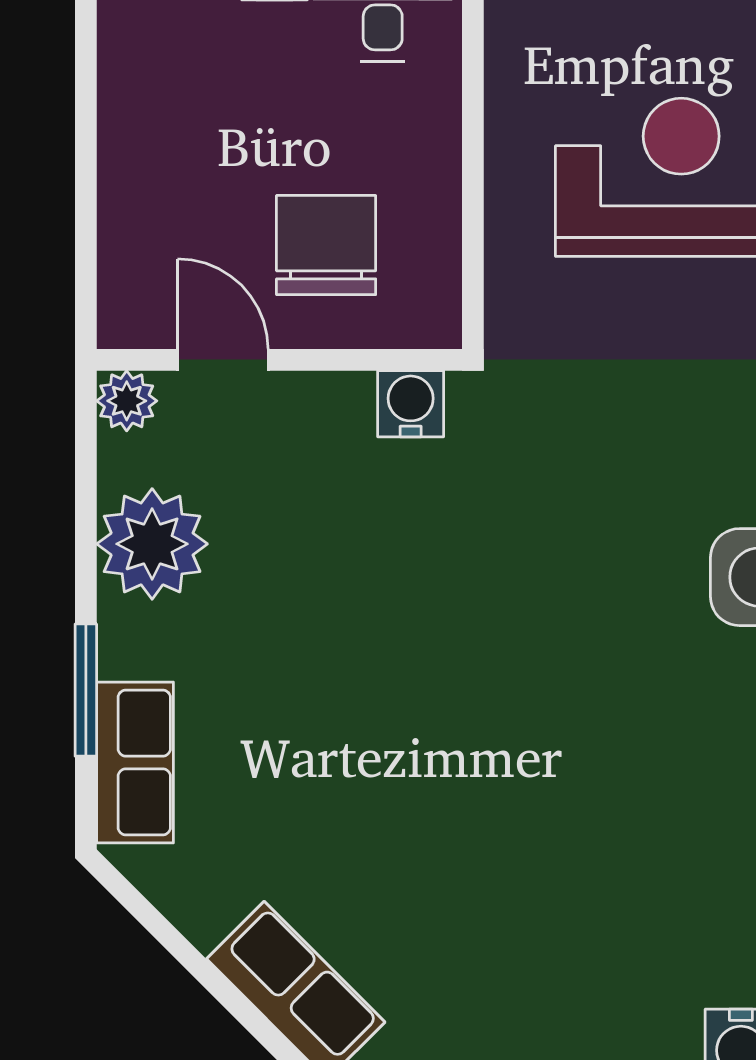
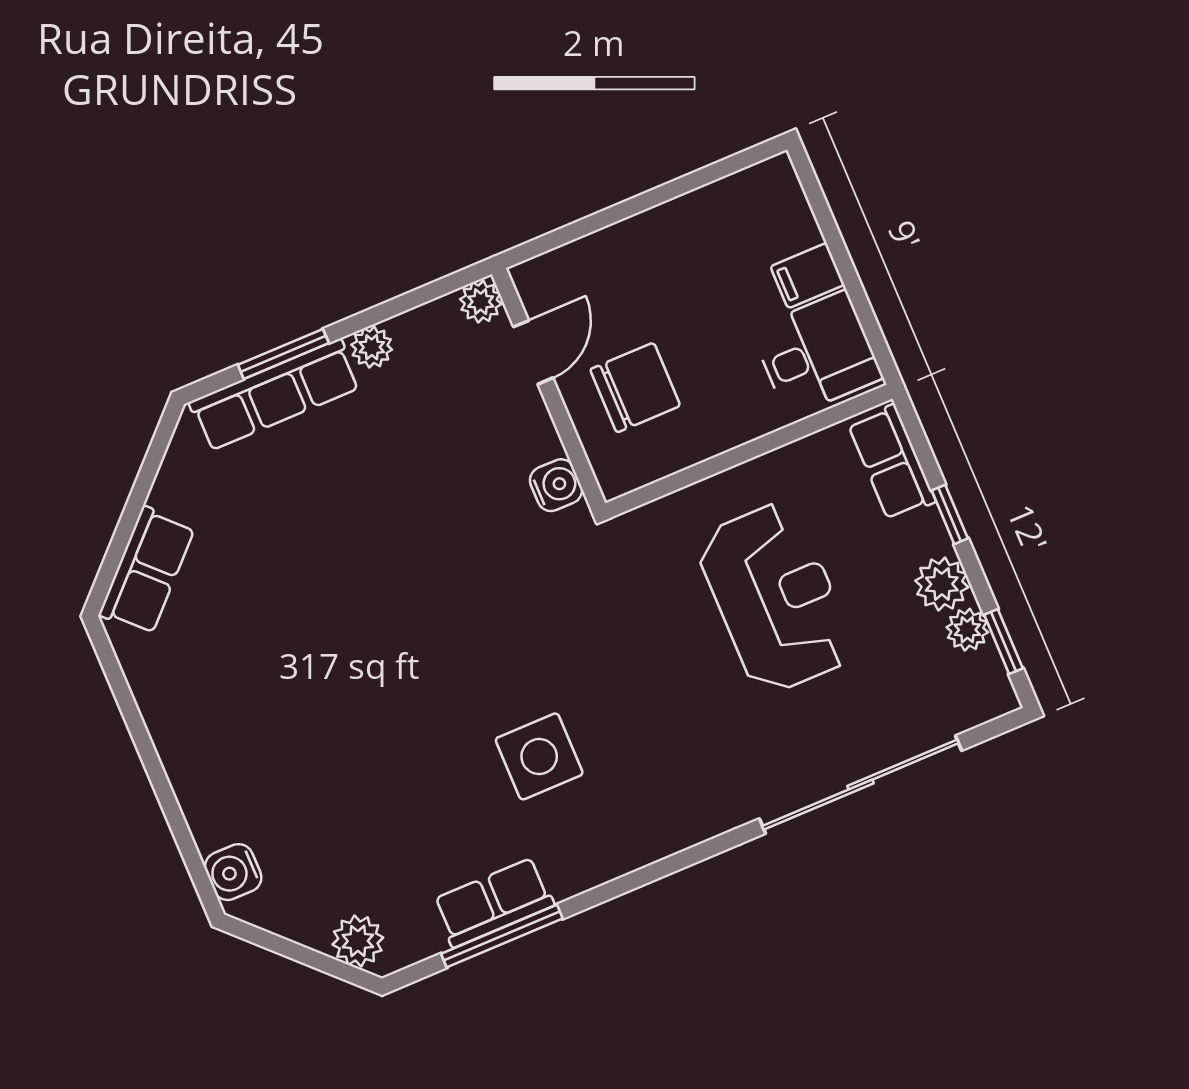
plant: (152, 544) -> (372, 347), width x0.53, depth x0.53
row of seats: (135, 762) -> (275, 395), width x1.48

